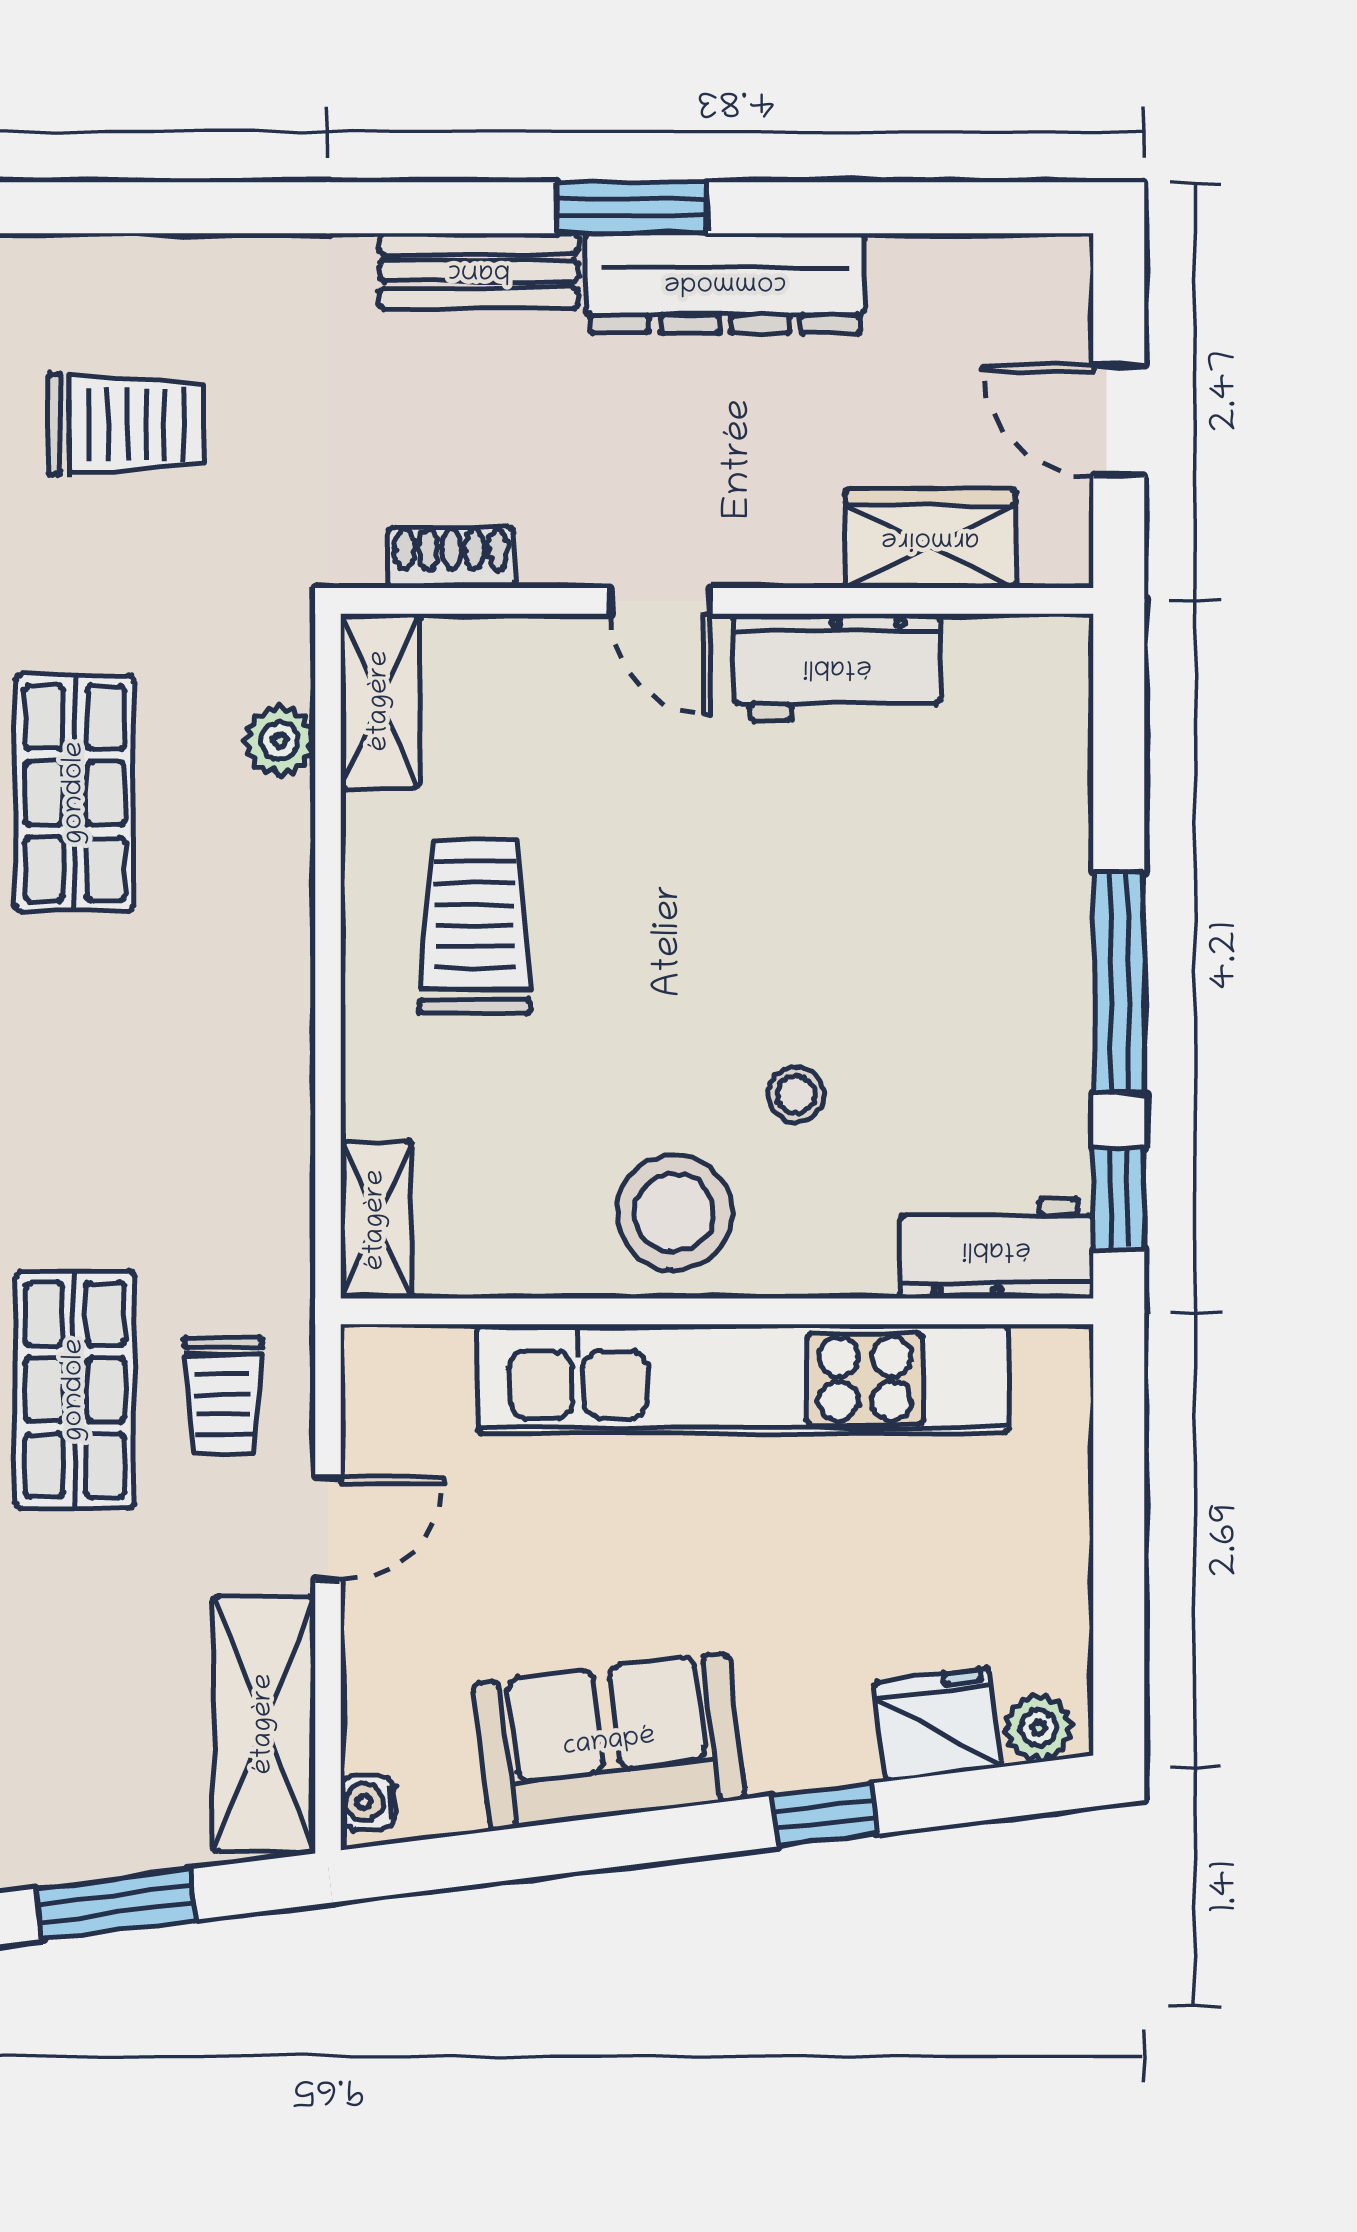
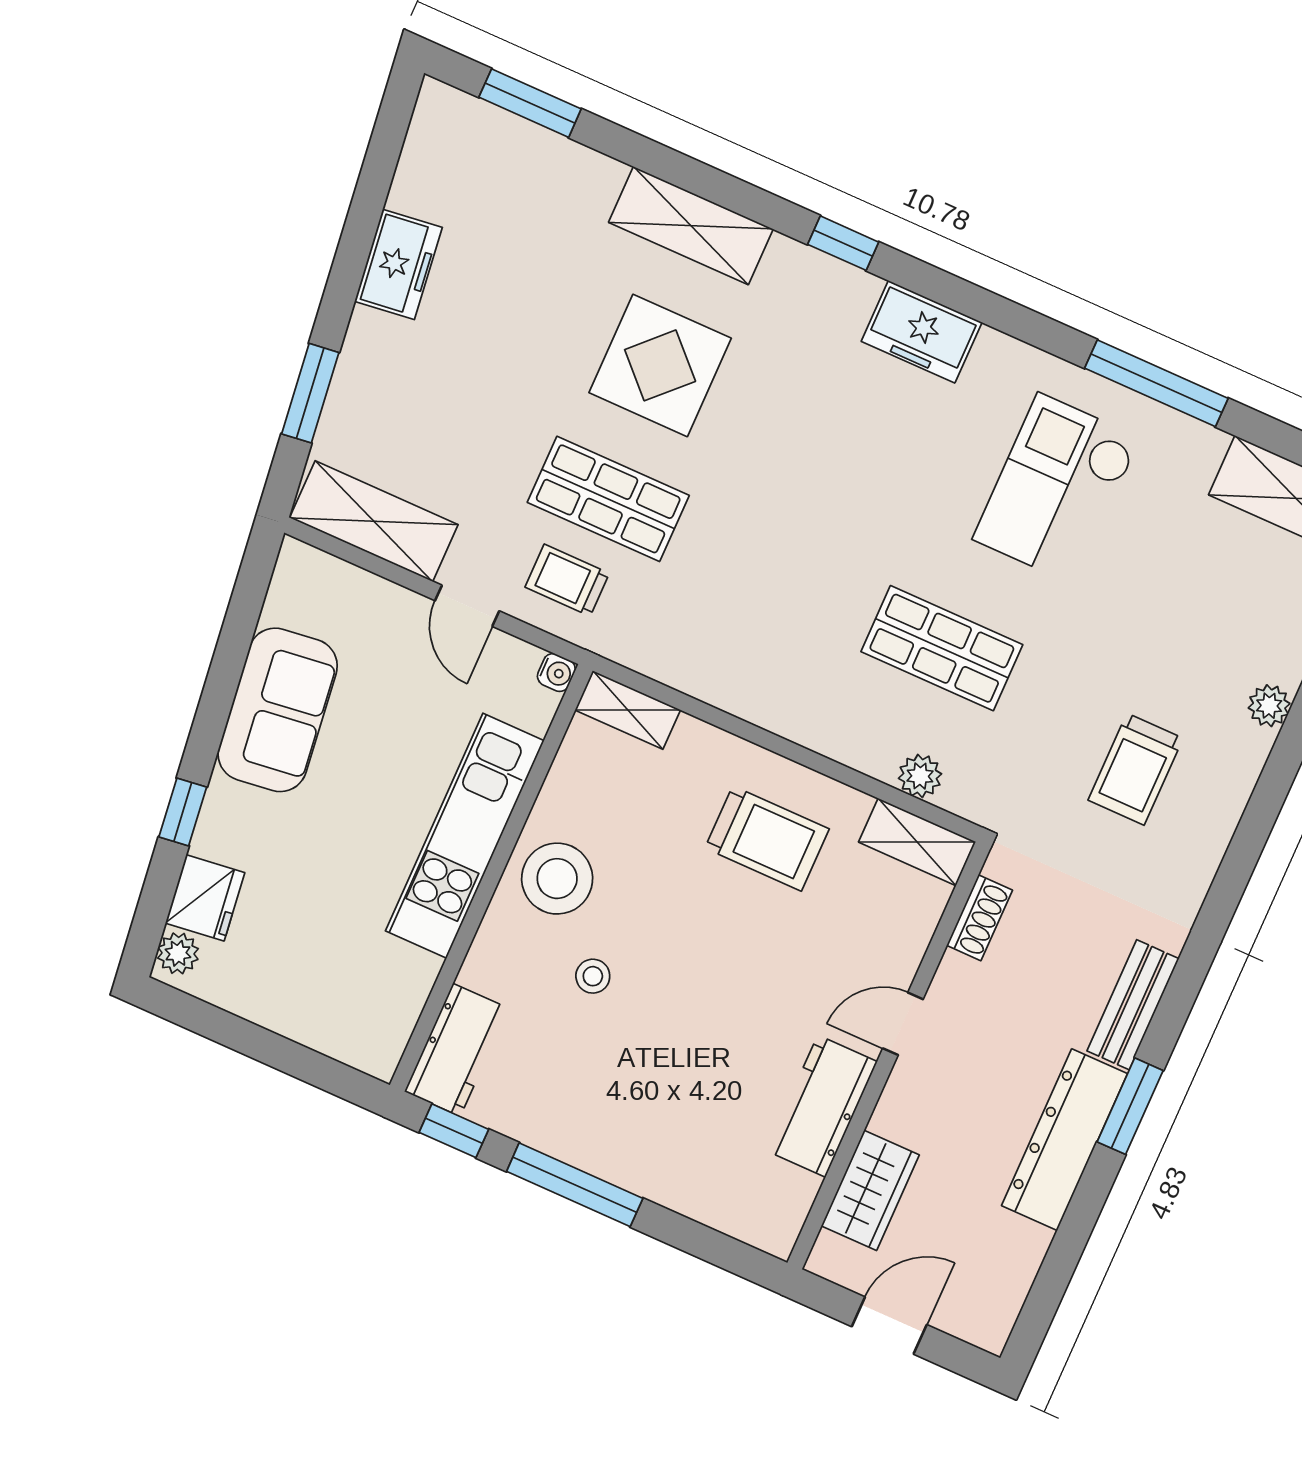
kitchen unit: (743, 1379) -> (465, 836), width x0.73
water cooler: (368, 1802) -> (556, 673), moved, turned 90

